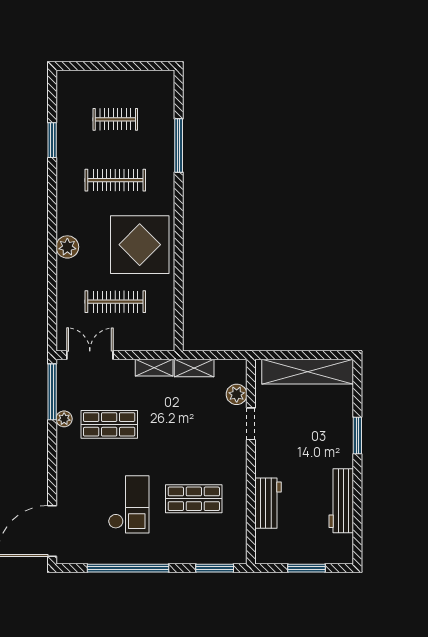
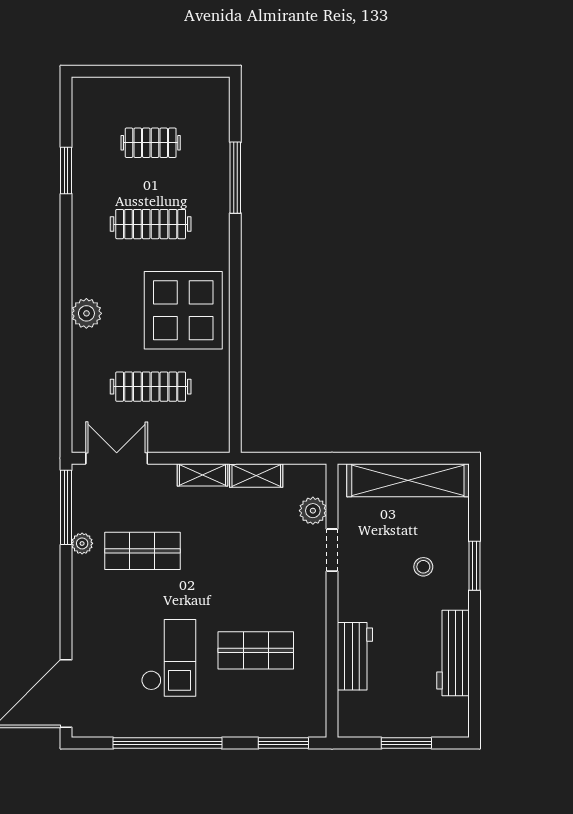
stool: (319, 436) -> (423, 567), added

